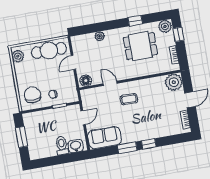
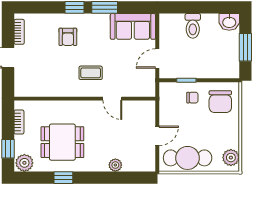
floor lamp: (86, 81) -> (145, 108), removed
plant: (174, 82) -> (26, 85), removed
armchair: (150, 122) -> (68, 37), added
washbasin: (76, 146) -> (229, 22), moved

